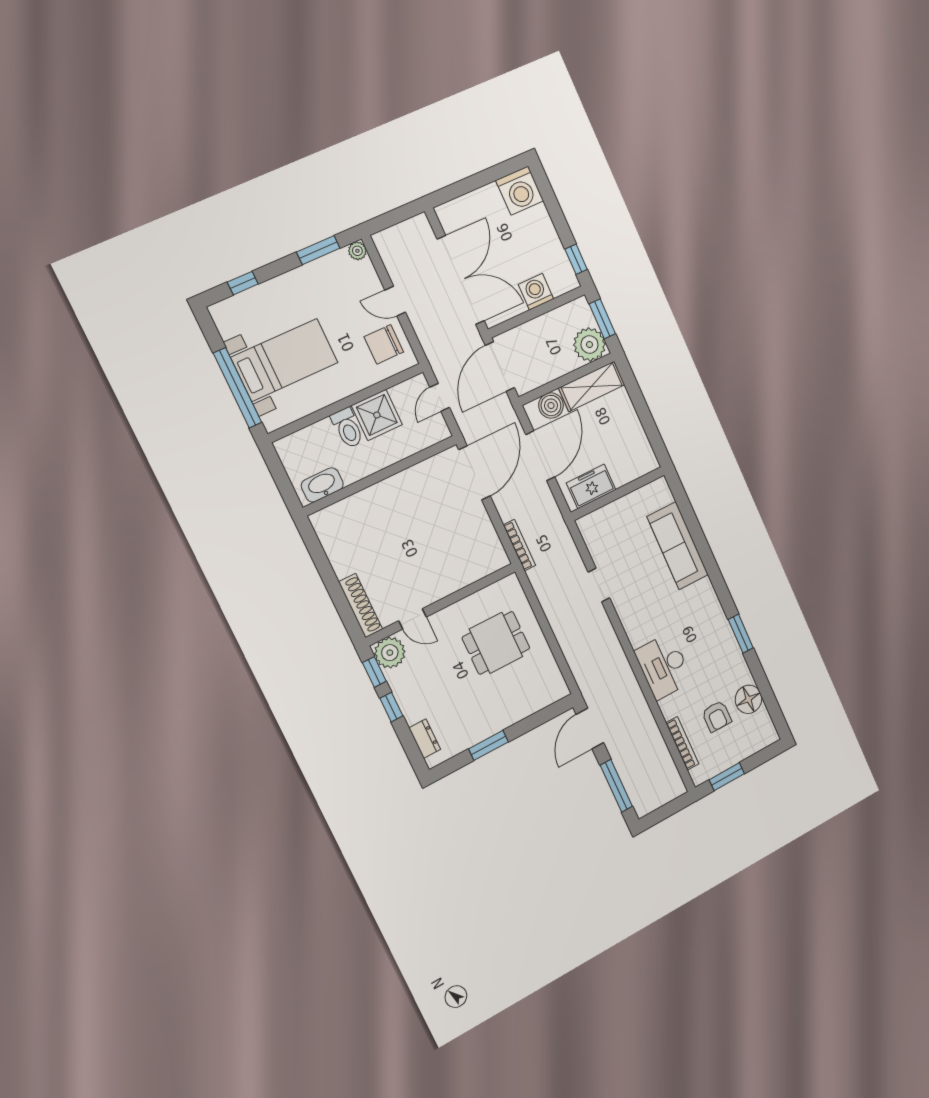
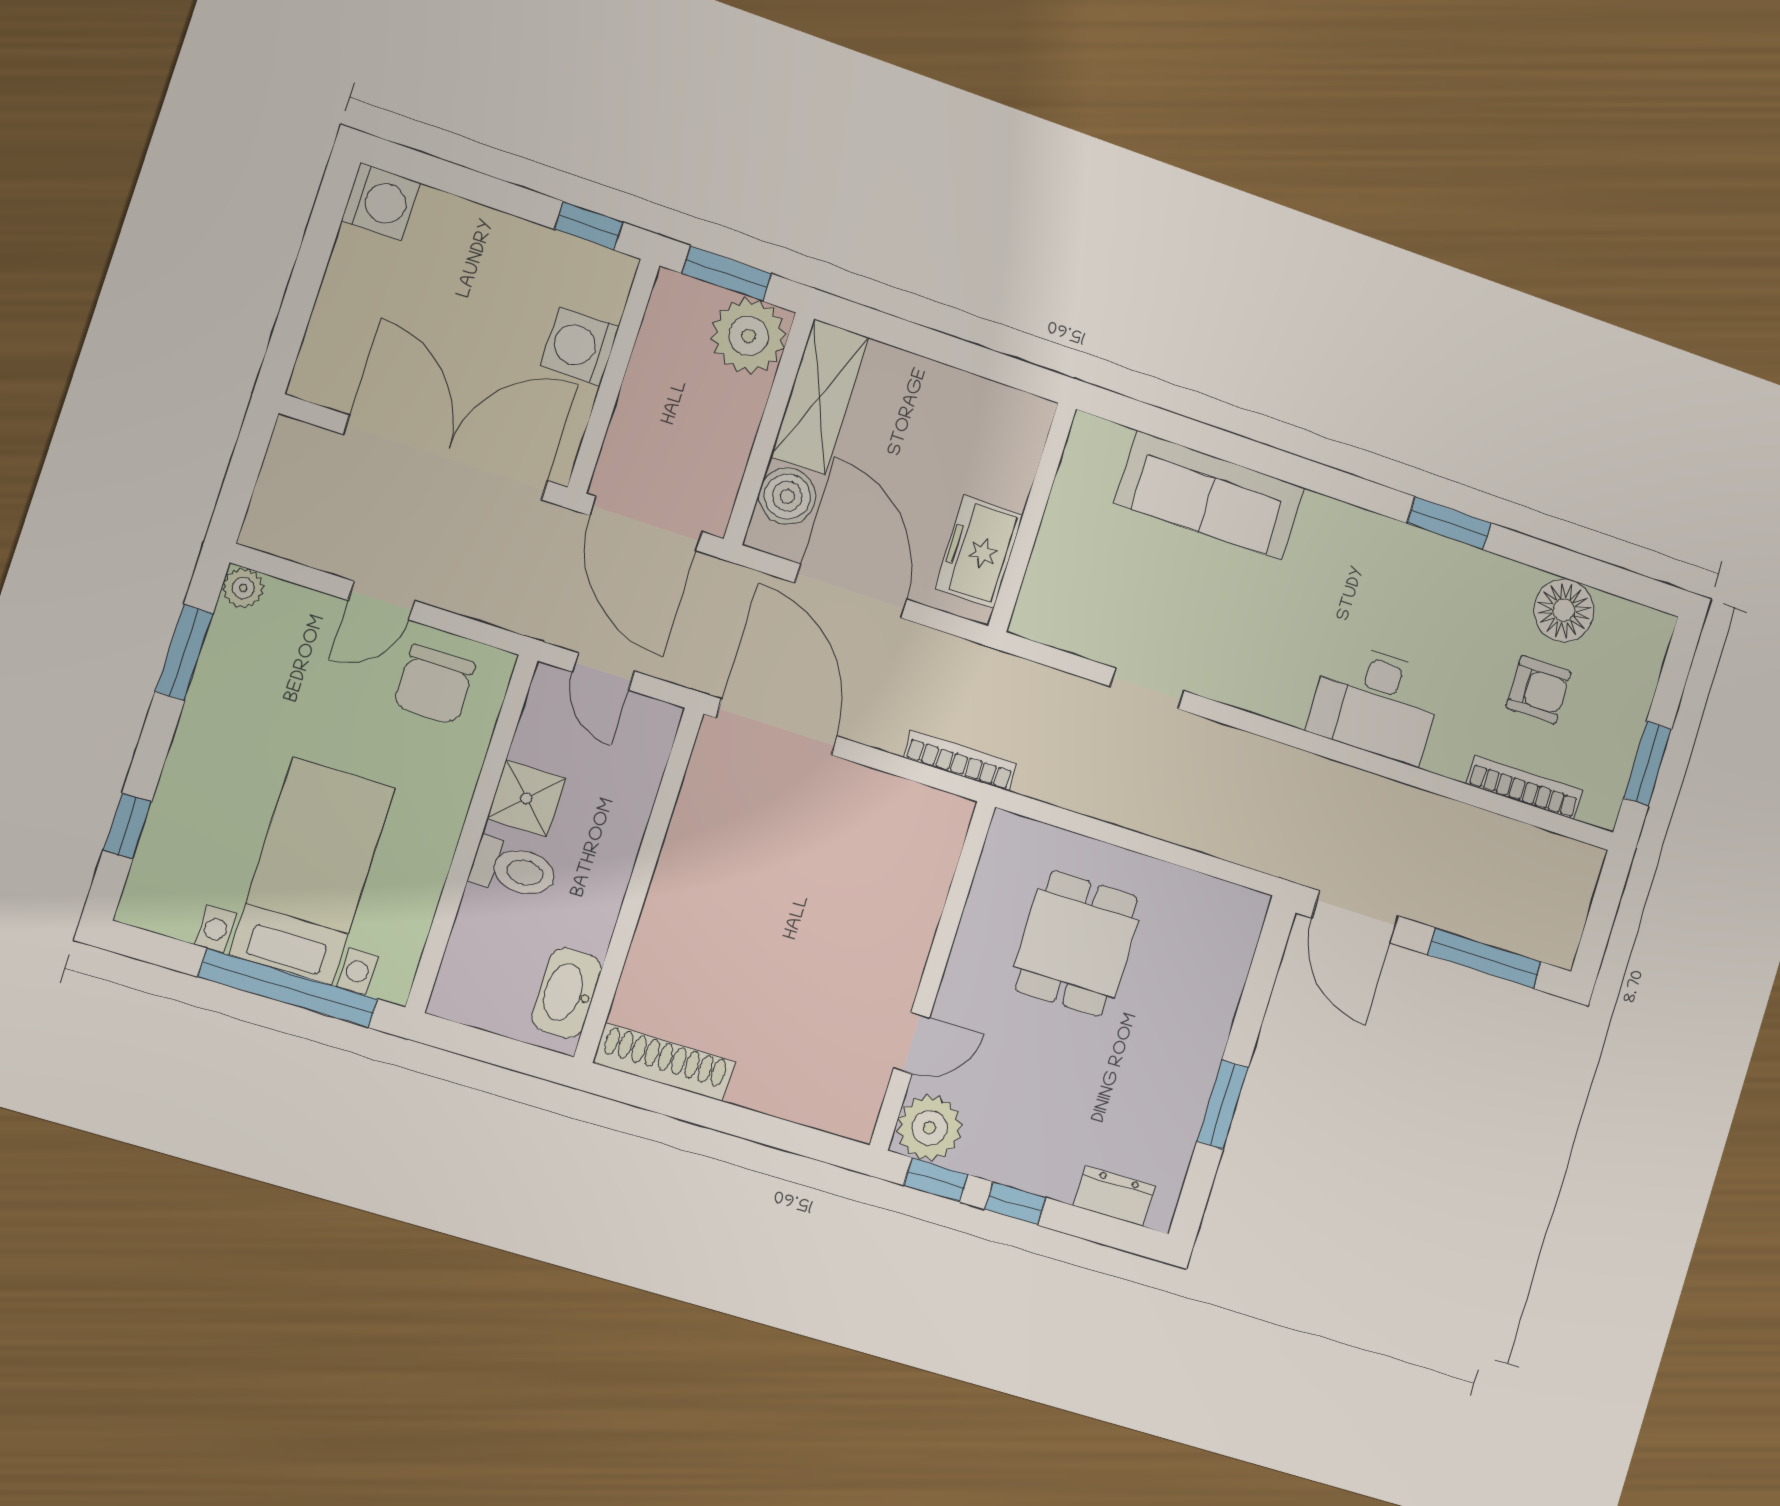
washing machine: (520, 191) -> (381, 202), width x0.73, depth x0.73
shower: (377, 415) -> (526, 798), width x0.73, depth x0.73
shoe rack: (361, 606) -> (664, 1062), moved

